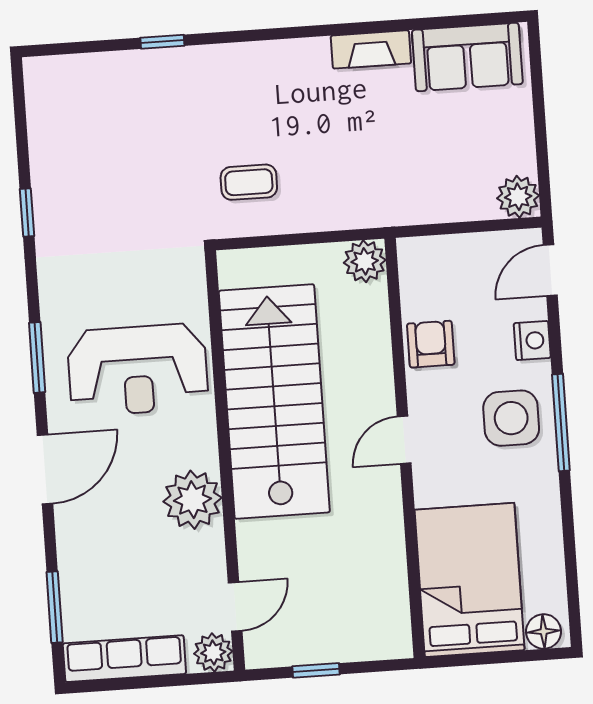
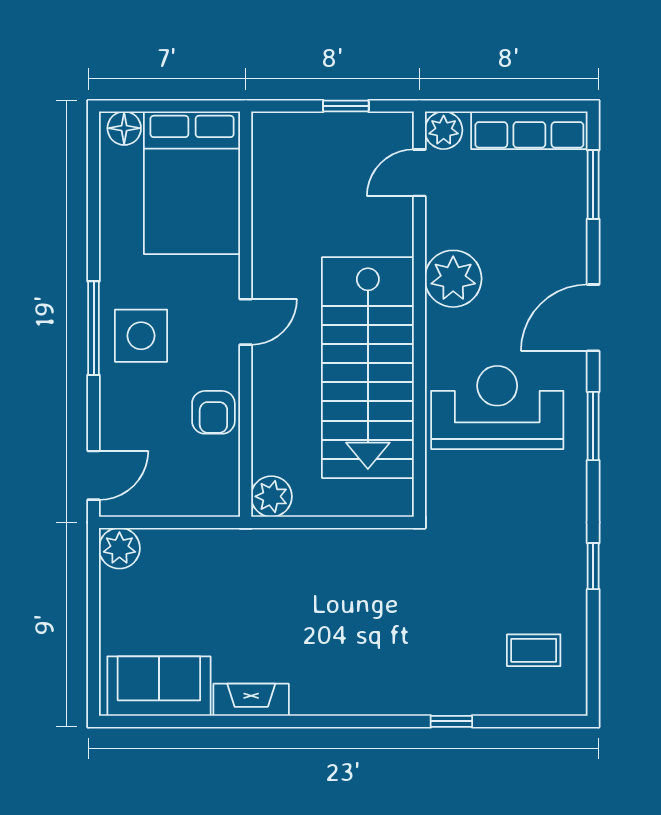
coffee table: (249, 182) -> (534, 650), moved
nightstand: (532, 340) -> (116, 409), removed

